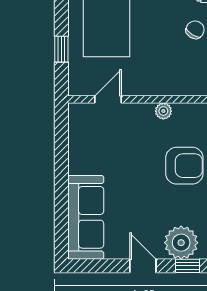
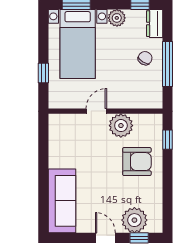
door: (108, 99) -> (96, 111), moved
plant: (163, 111) -> (121, 126), width x1.87, depth x1.87

